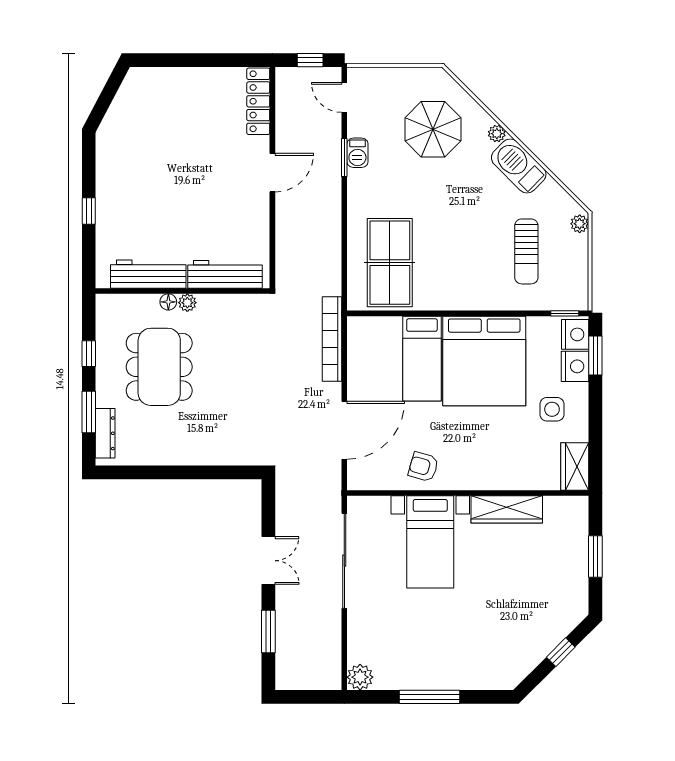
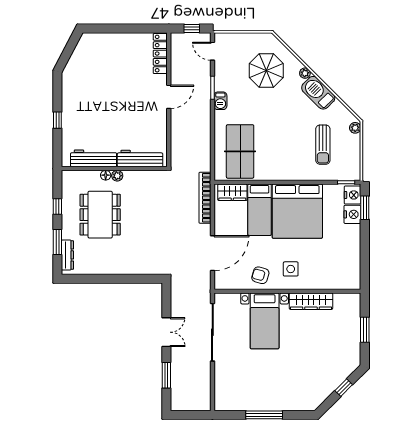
barbecue: (357, 153) -> (220, 101), moved
side table: (552, 409) -> (291, 269), moved
wardrobe: (575, 466) -> (232, 192), moved, turned -90
plant: (360, 677) -> (222, 403), removed

